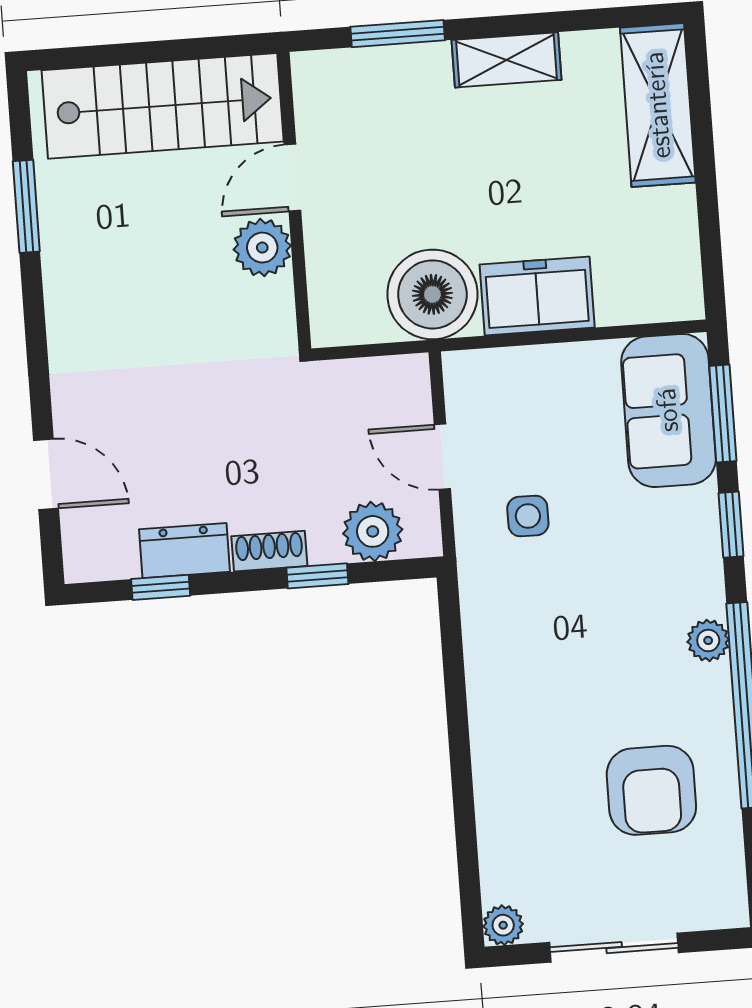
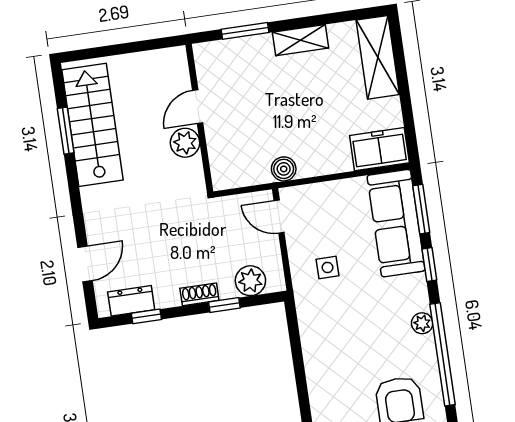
stairs: (163, 106) -> (93, 125), moved, turned -90
boiler: (432, 294) -> (284, 169), width x0.54, depth x0.54
freezer: (537, 296) -> (379, 149), moved
sofa: (668, 410) -> (396, 223), width x1.36
door: (442, 457) -> (279, 217), moved
door: (46, 474) -> (85, 264), hinge flipped
dresser: (185, 551) -> (131, 301), moved

